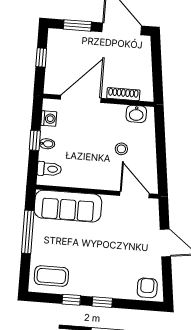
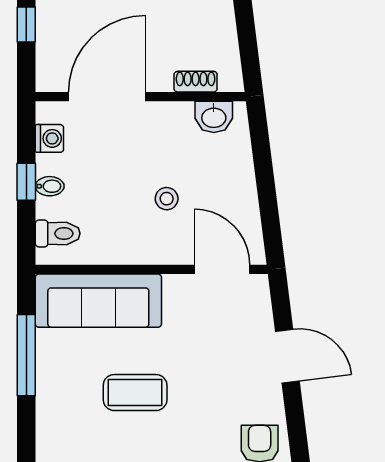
shoe rack: (123, 94) -> (196, 82), width x0.70
stool: (121, 149) -> (167, 199), moved
coffee table: (51, 276) -> (135, 393), moved

